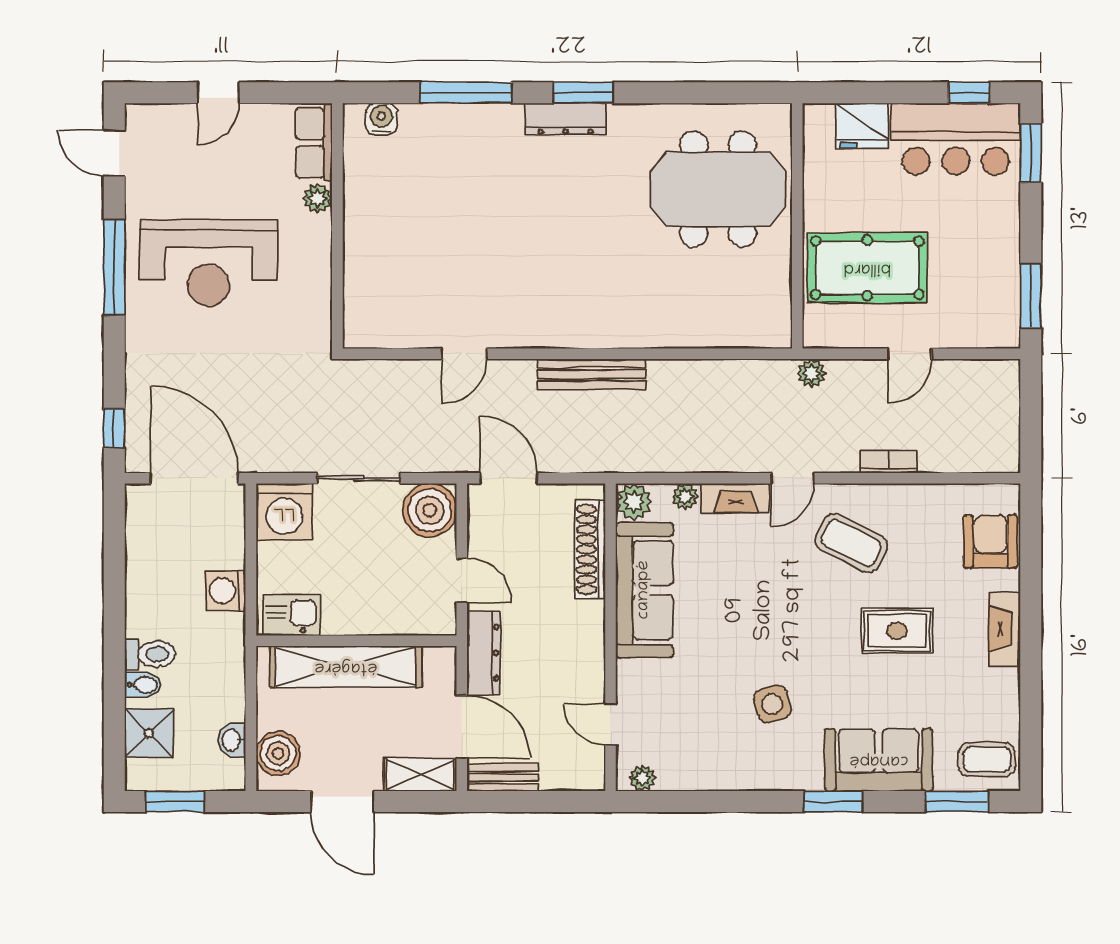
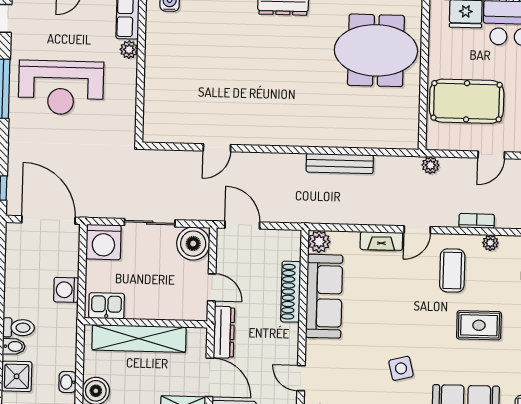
bench: (592, 374) -> (340, 163), moved
plant: (685, 496) -> (490, 243), moved
coffee table: (851, 543) -> (452, 270), turned 63
shoe rack: (590, 549) -> (291, 292), moved

